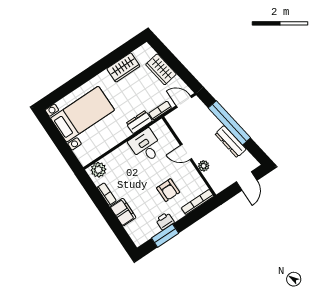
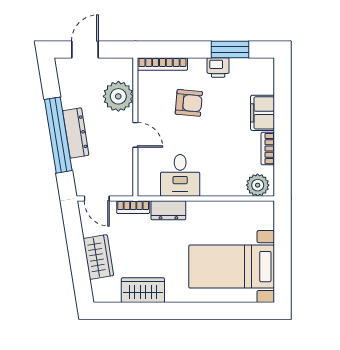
dresser: (231, 142) -> (76, 133), moved
plant: (204, 166) -> (118, 96), width x1.88, depth x1.88
armchair: (168, 190) -> (189, 103), turned 95

